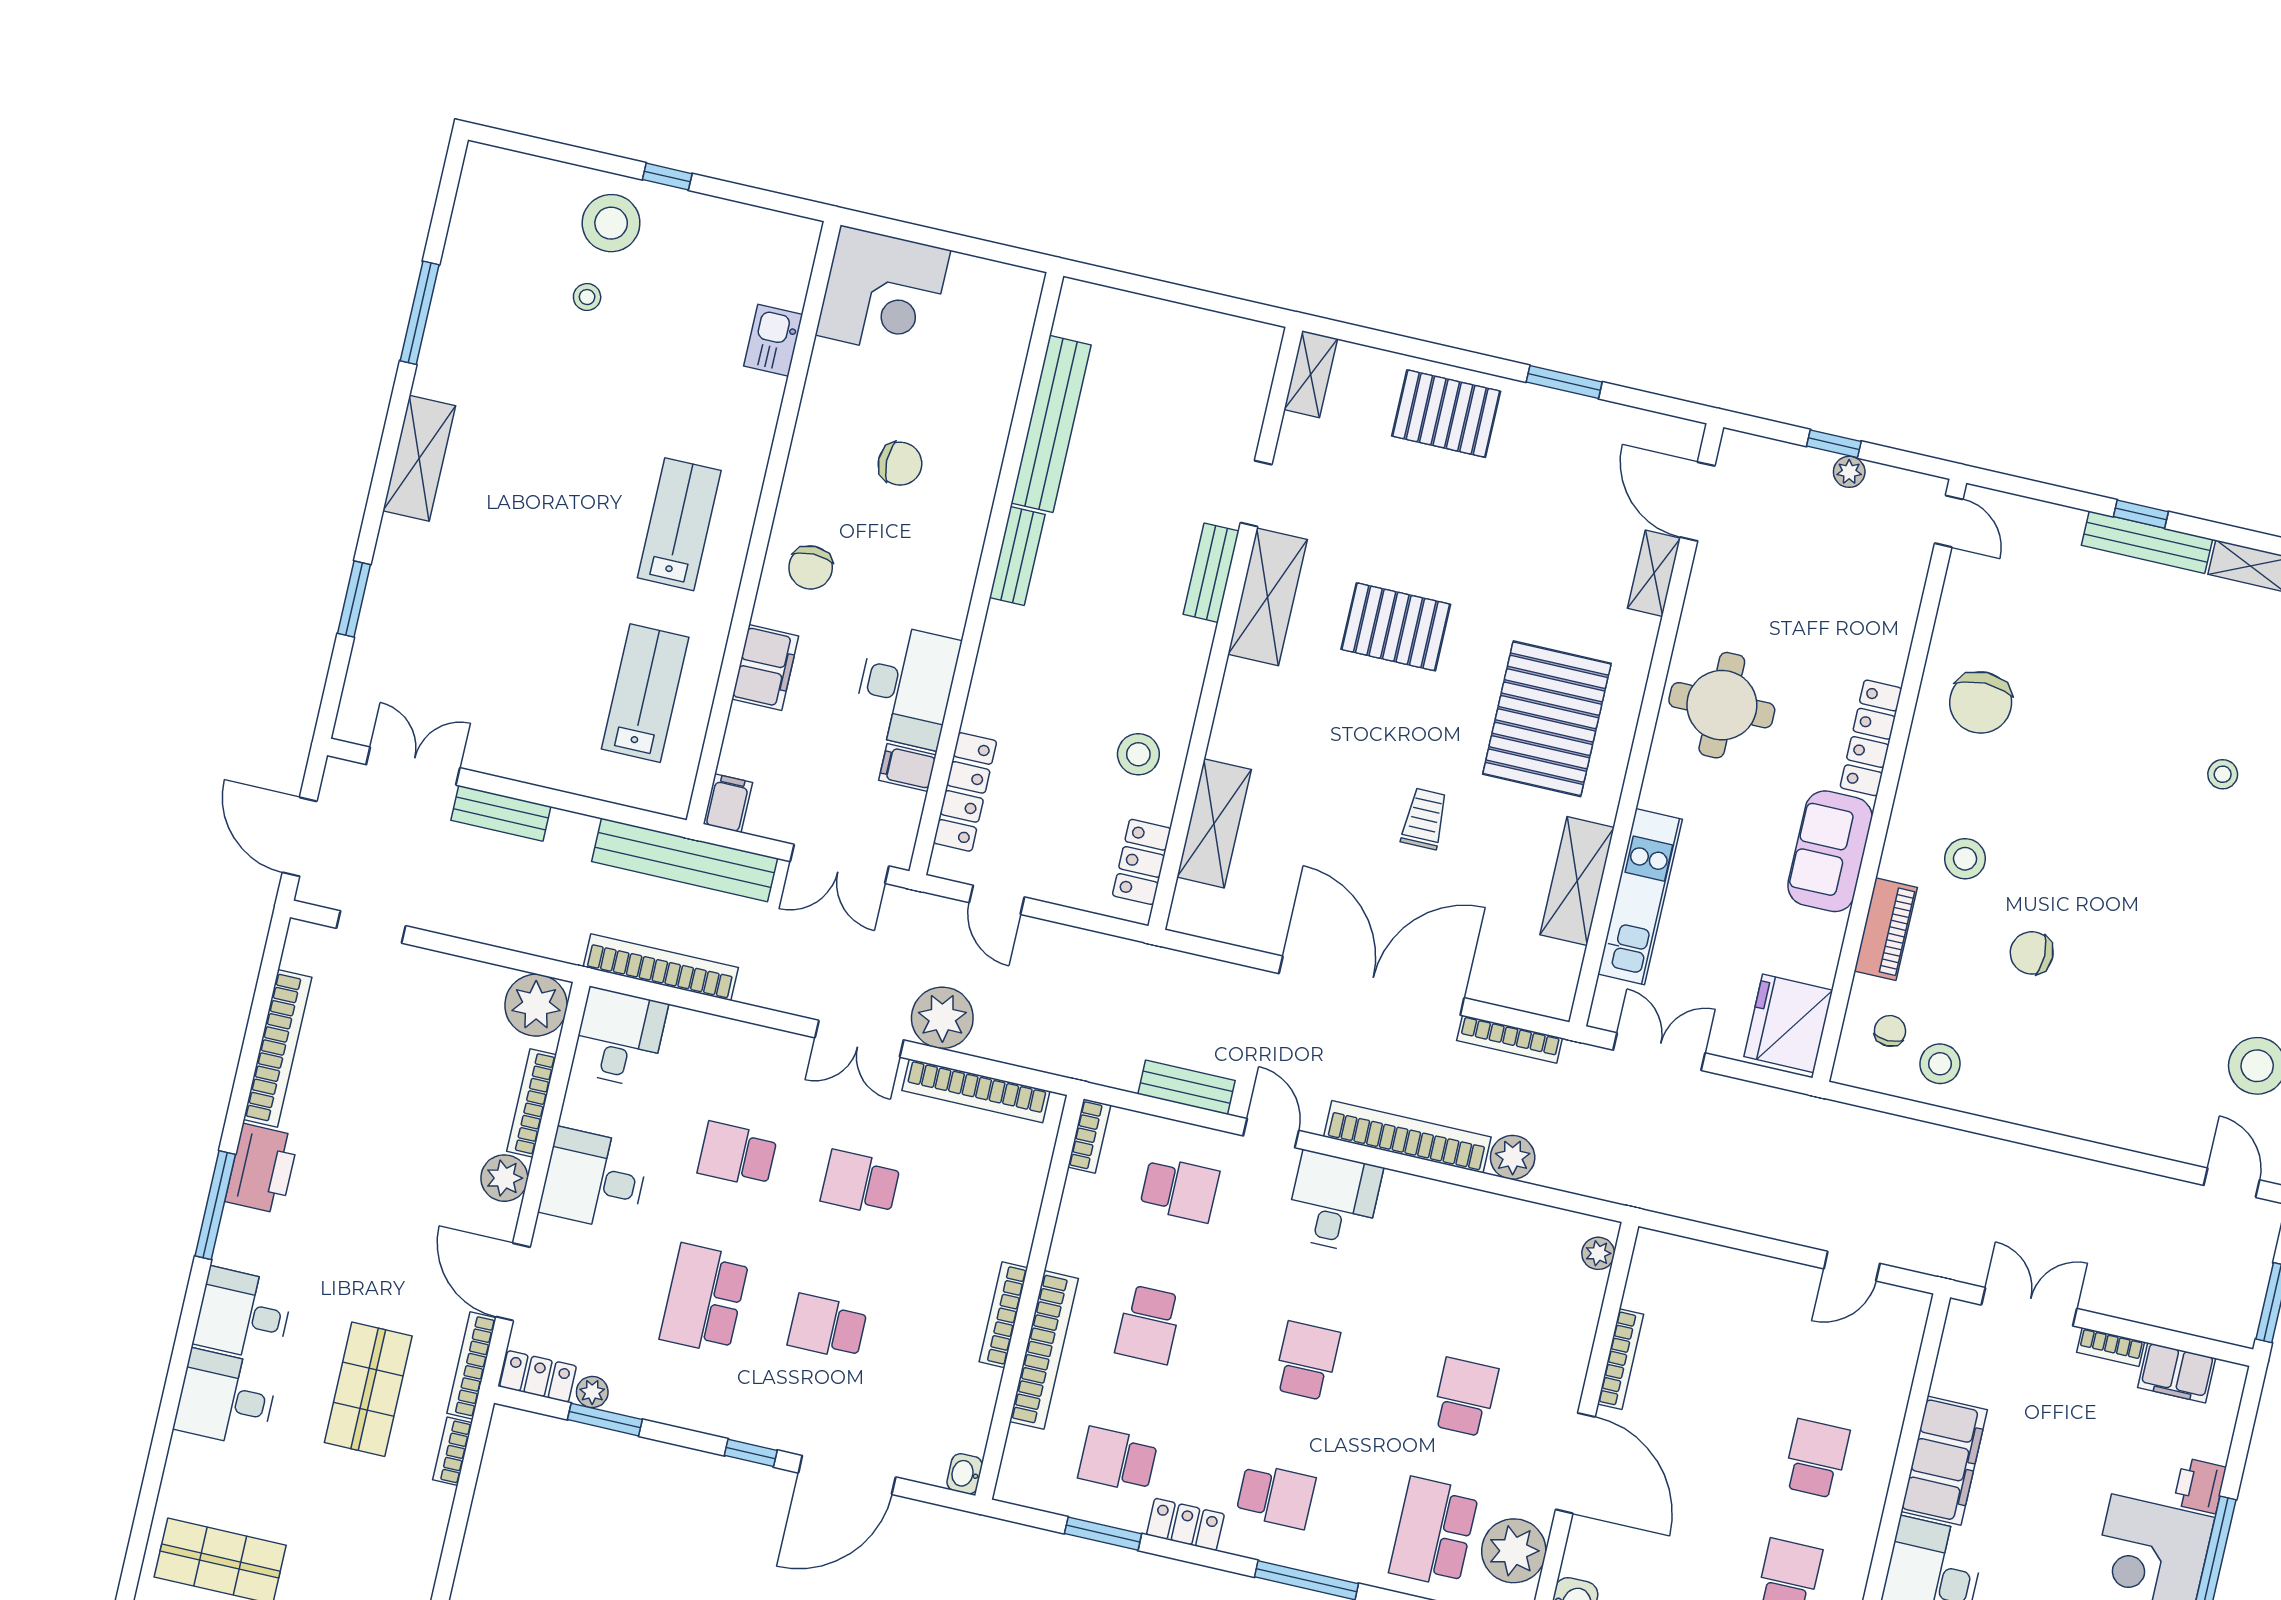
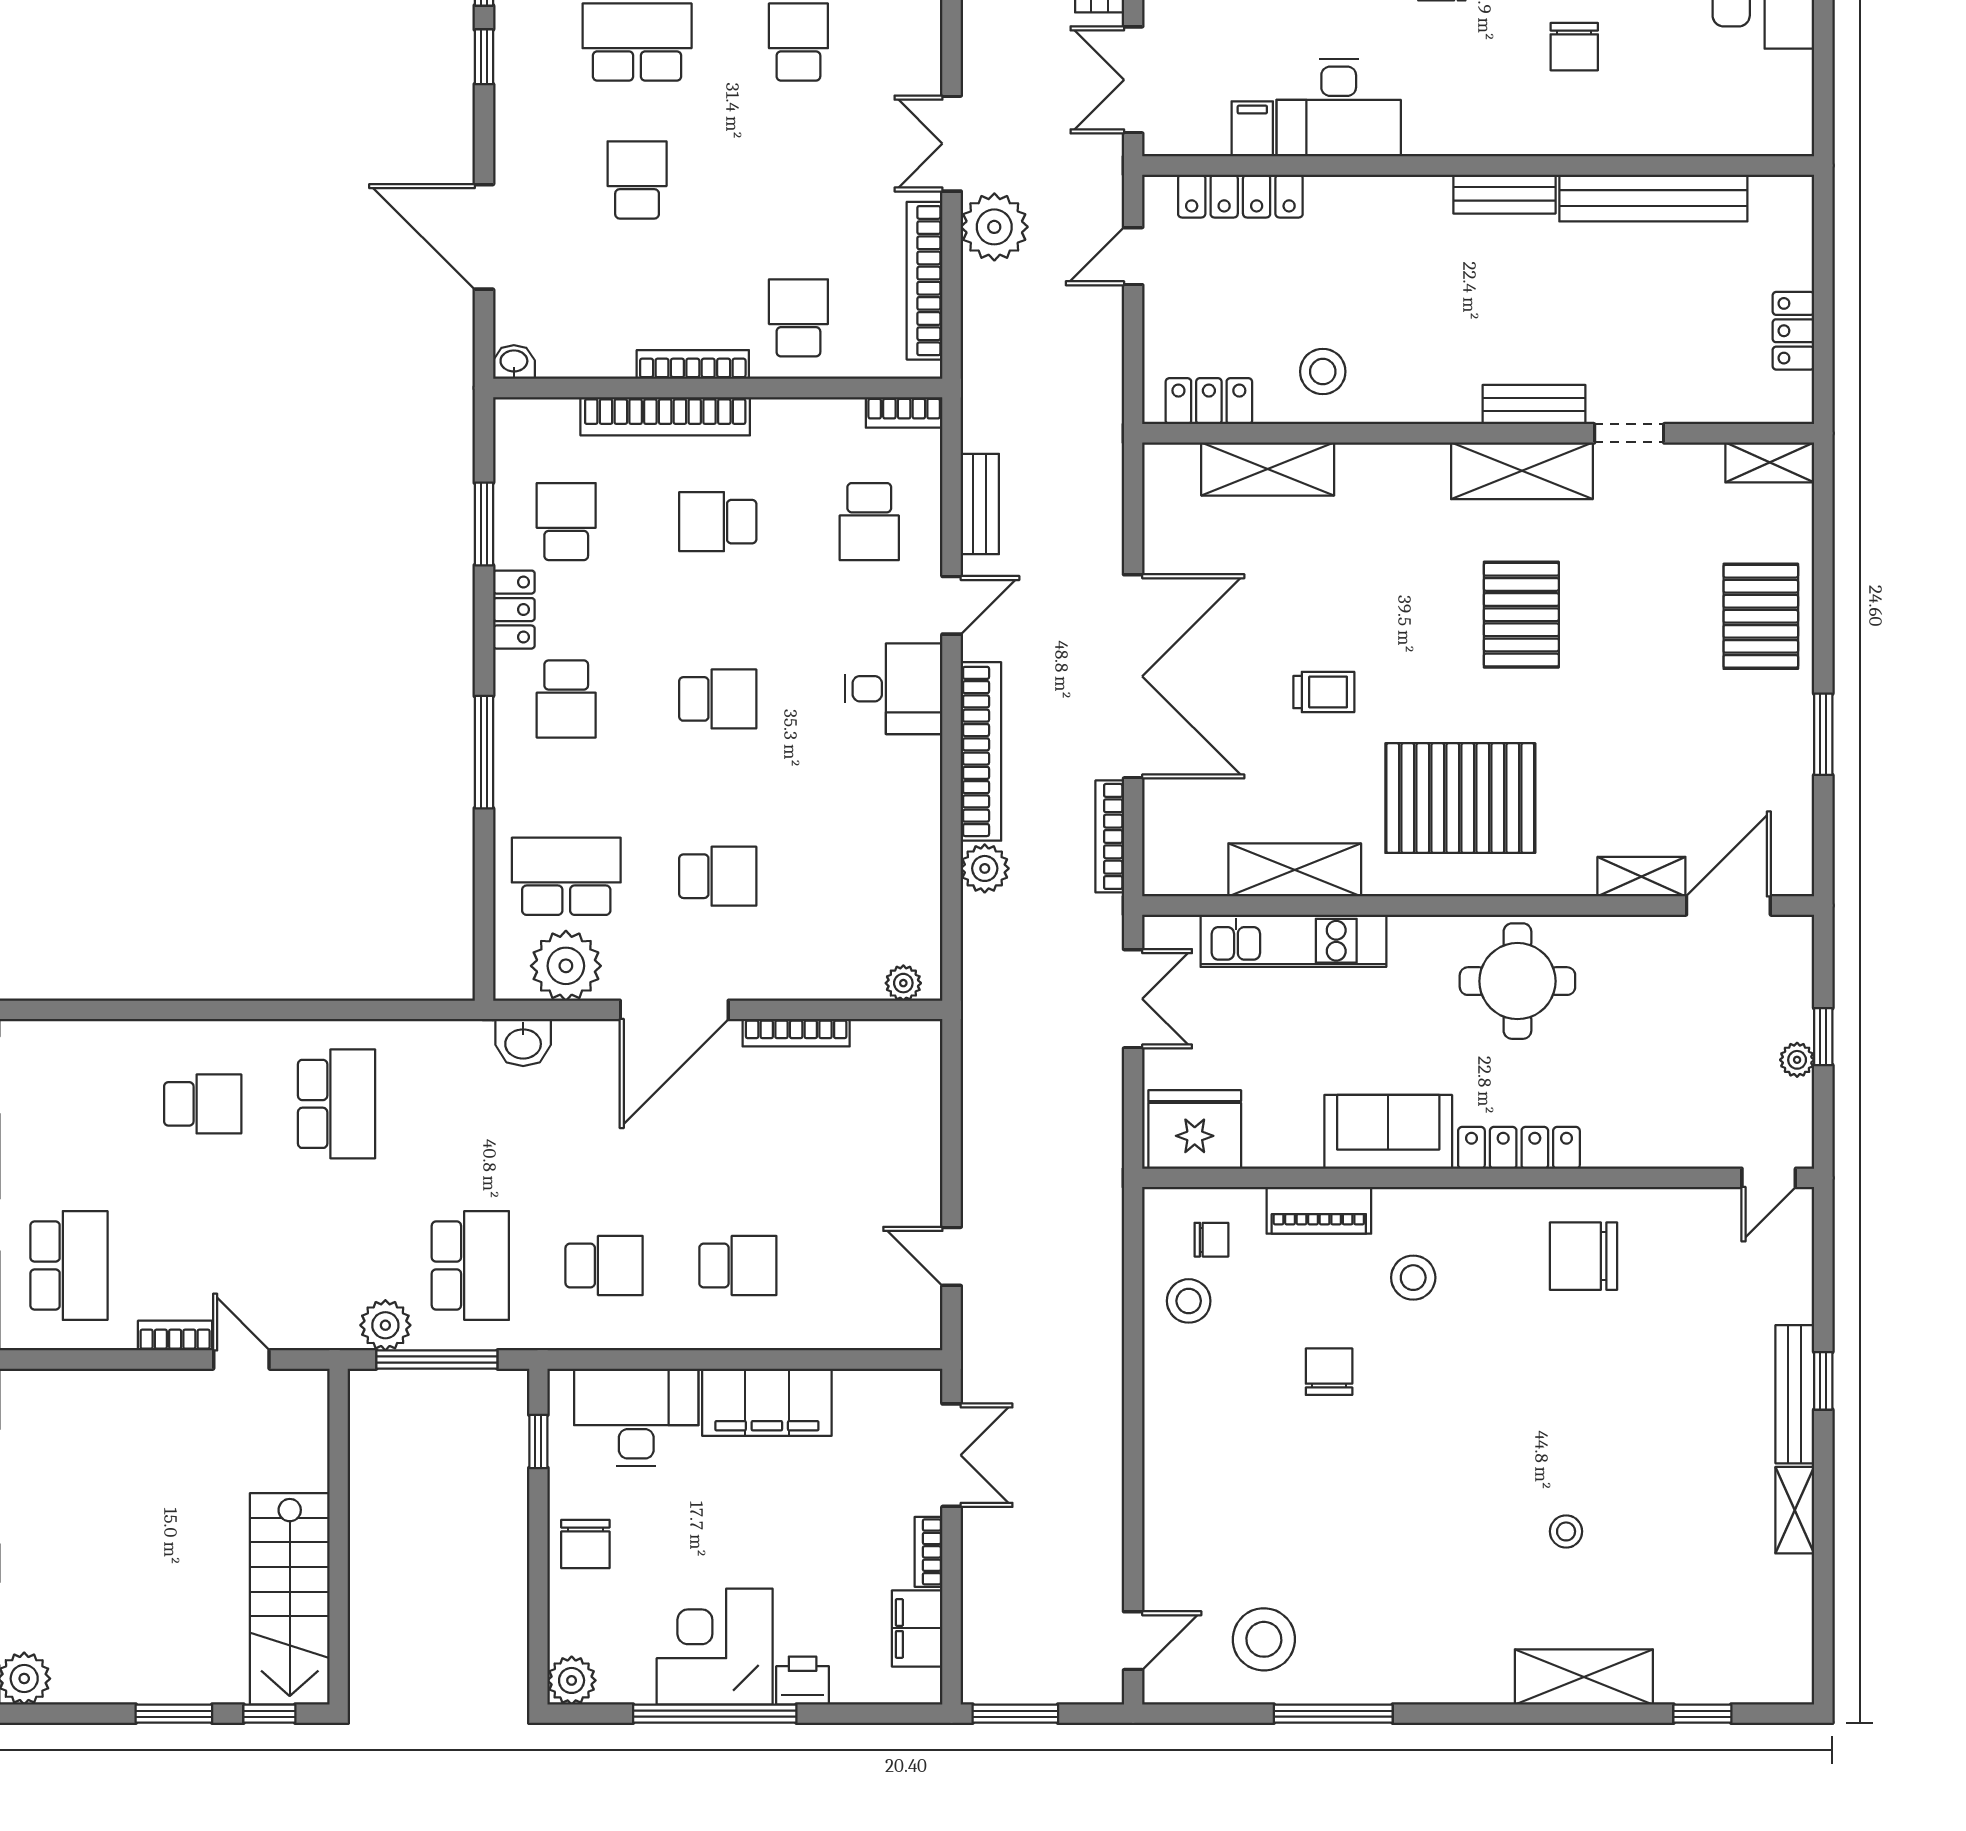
locker: (1198, 326) -> (1793, 331), added
school desk: (860, 1183) -> (798, 318), moved
window: (751, 1453) -> (484, 57), moved

